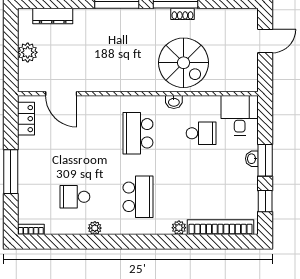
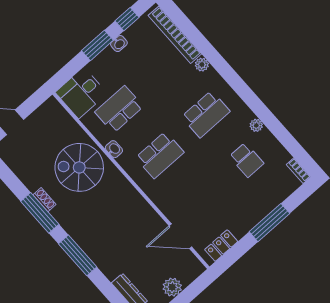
spiral stairs: (184, 63) -> (79, 167), turned -90
door: (61, 94) -> (180, 236), swing flipped
school desk: (201, 133) -> (119, 109), width x1.85
washbasin: (252, 159) -> (119, 44), moved
school desk: (138, 197) -> (206, 114), turned 180

